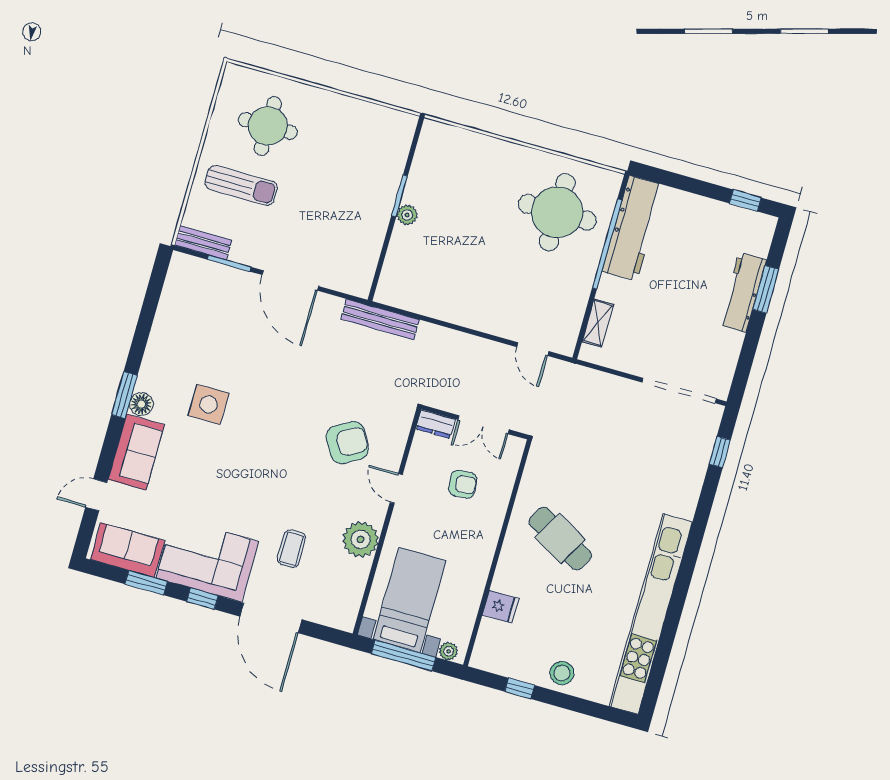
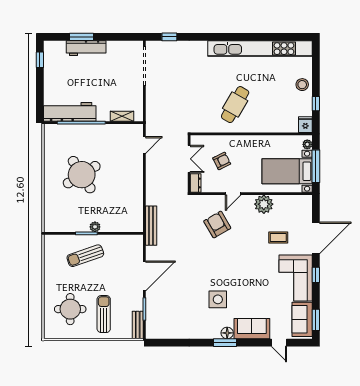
sun lounger: (359, 182) -> (85, 256), added
round table: (557, 212) -> (82, 175), moved, turned -32
armchair: (463, 484) -> (222, 161), turned 70
window: (146, 583) -> (316, 320), moved
fridge: (501, 607) -> (305, 125), moved

